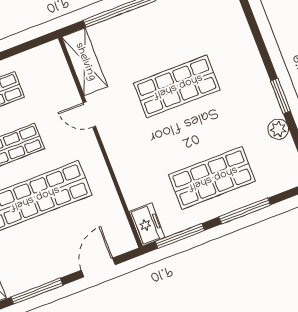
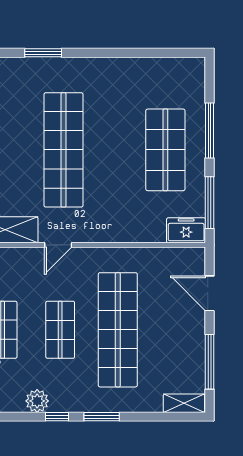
shop shelf: (177, 86) -> (63, 150), width x1.40
window: (281, 96) -> (43, 53), moved
plant: (278, 129) -> (143, 67), removed

